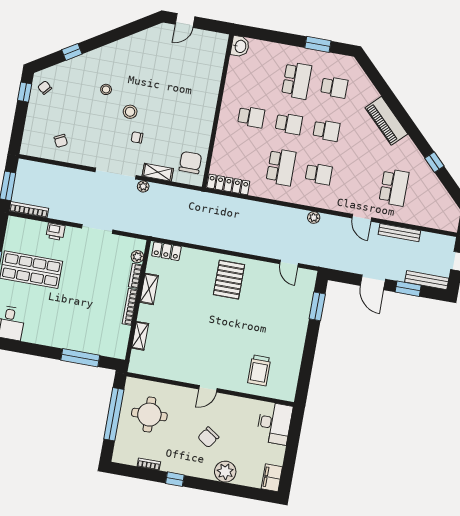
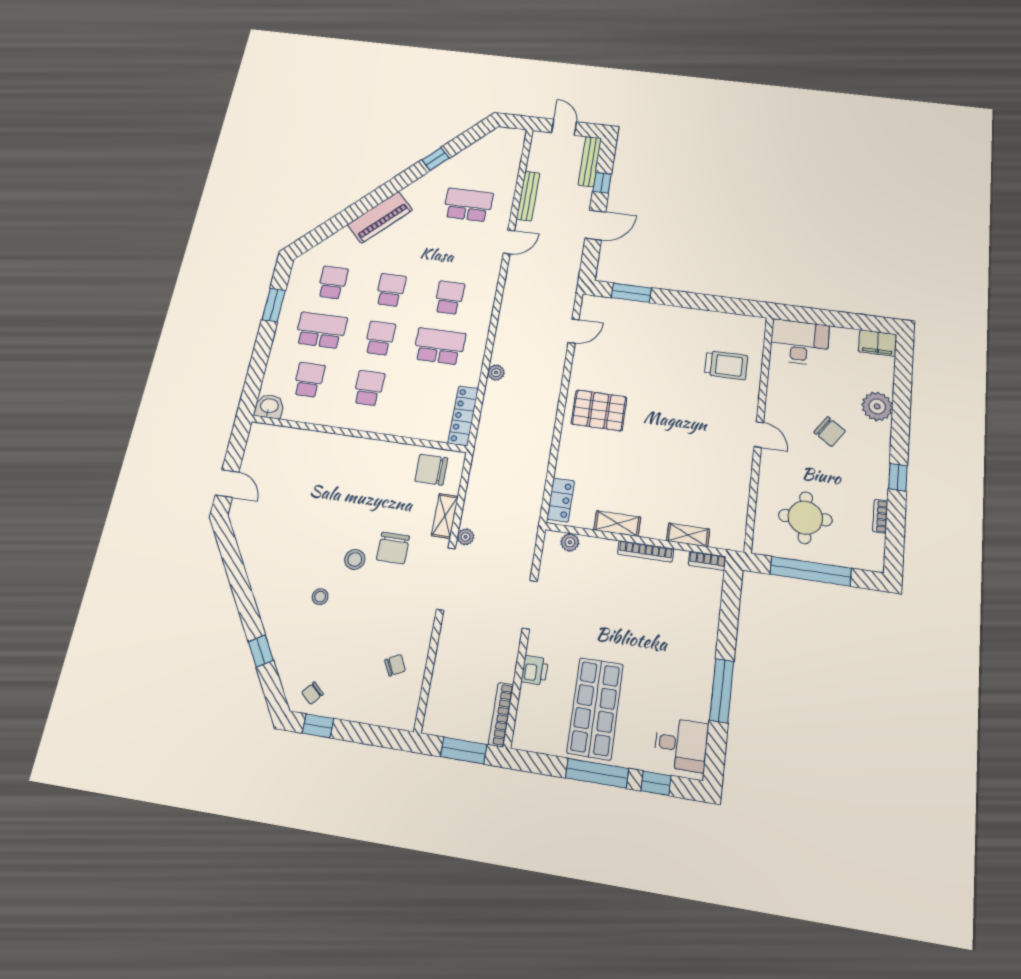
school desk: (259, 74) -> (309, 380), added
chair: (137, 137) -> (393, 548), width x1.87, depth x1.87
plant: (314, 217) -> (496, 373), moved
bookcase: (135, 276) -> (707, 561), moved
window: (408, 289) -> (602, 183), width x0.67
window: (80, 358) -> (722, 691), moved

